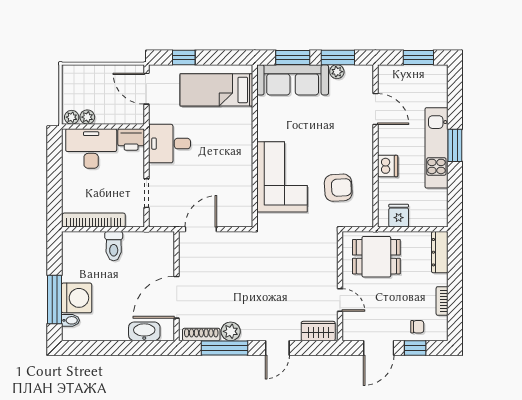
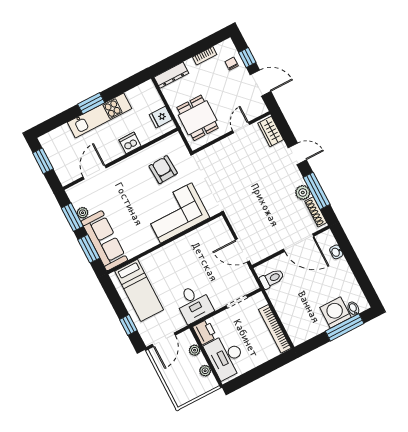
plant: (72, 117) -> (195, 350), moved
toilet: (114, 246) -> (272, 279), moved
washbasin: (144, 331) -> (336, 252), width x0.52, depth x0.69

